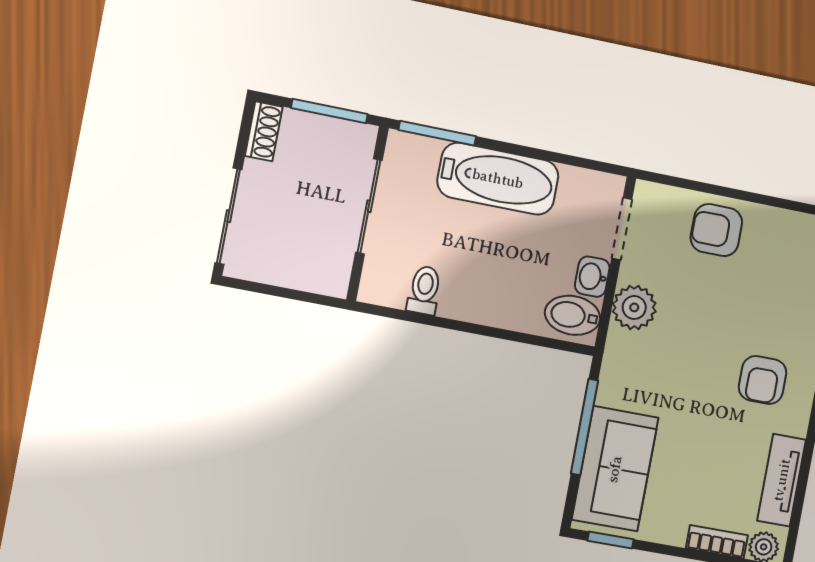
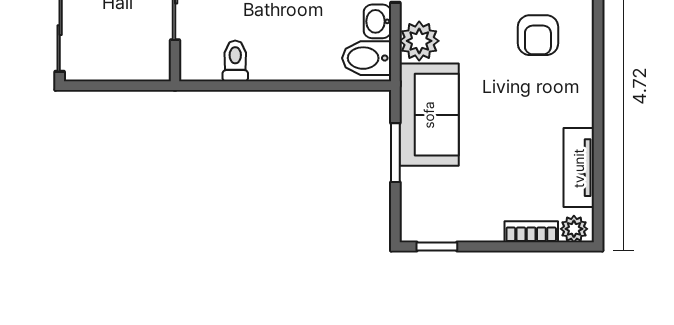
armchair: (763, 380) -> (538, 35), moved
window: (584, 427) -> (395, 153), width x0.69
sofa: (615, 469) -> (429, 115), moved

